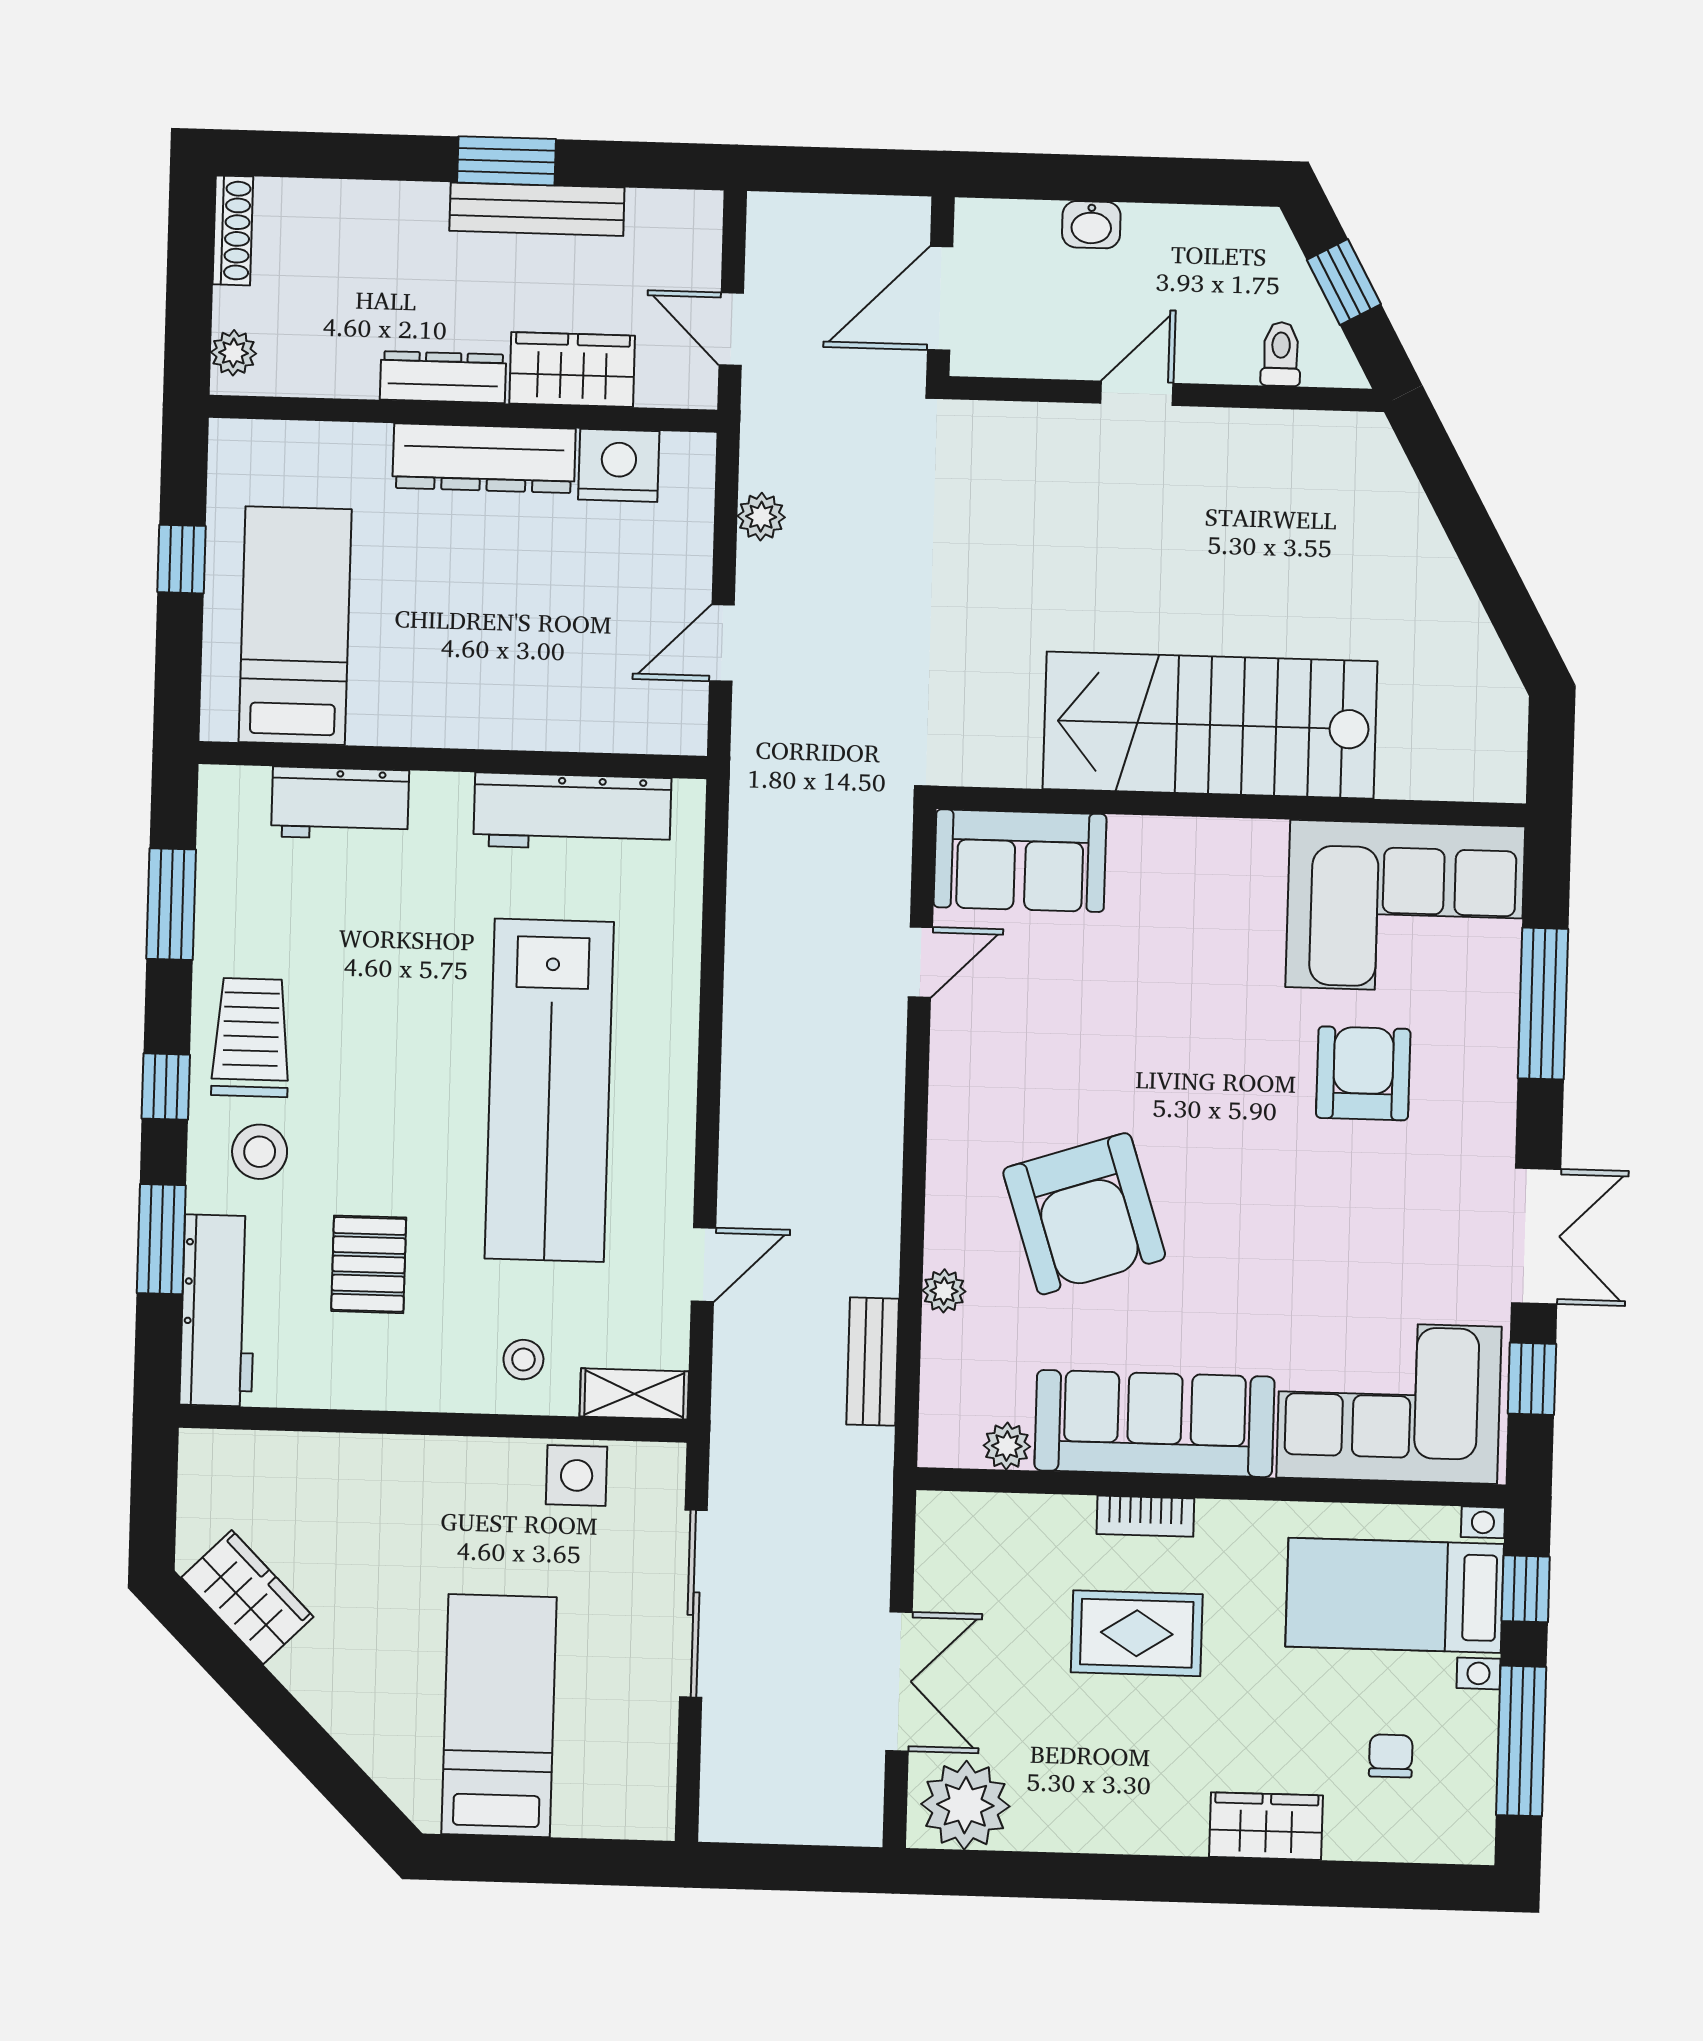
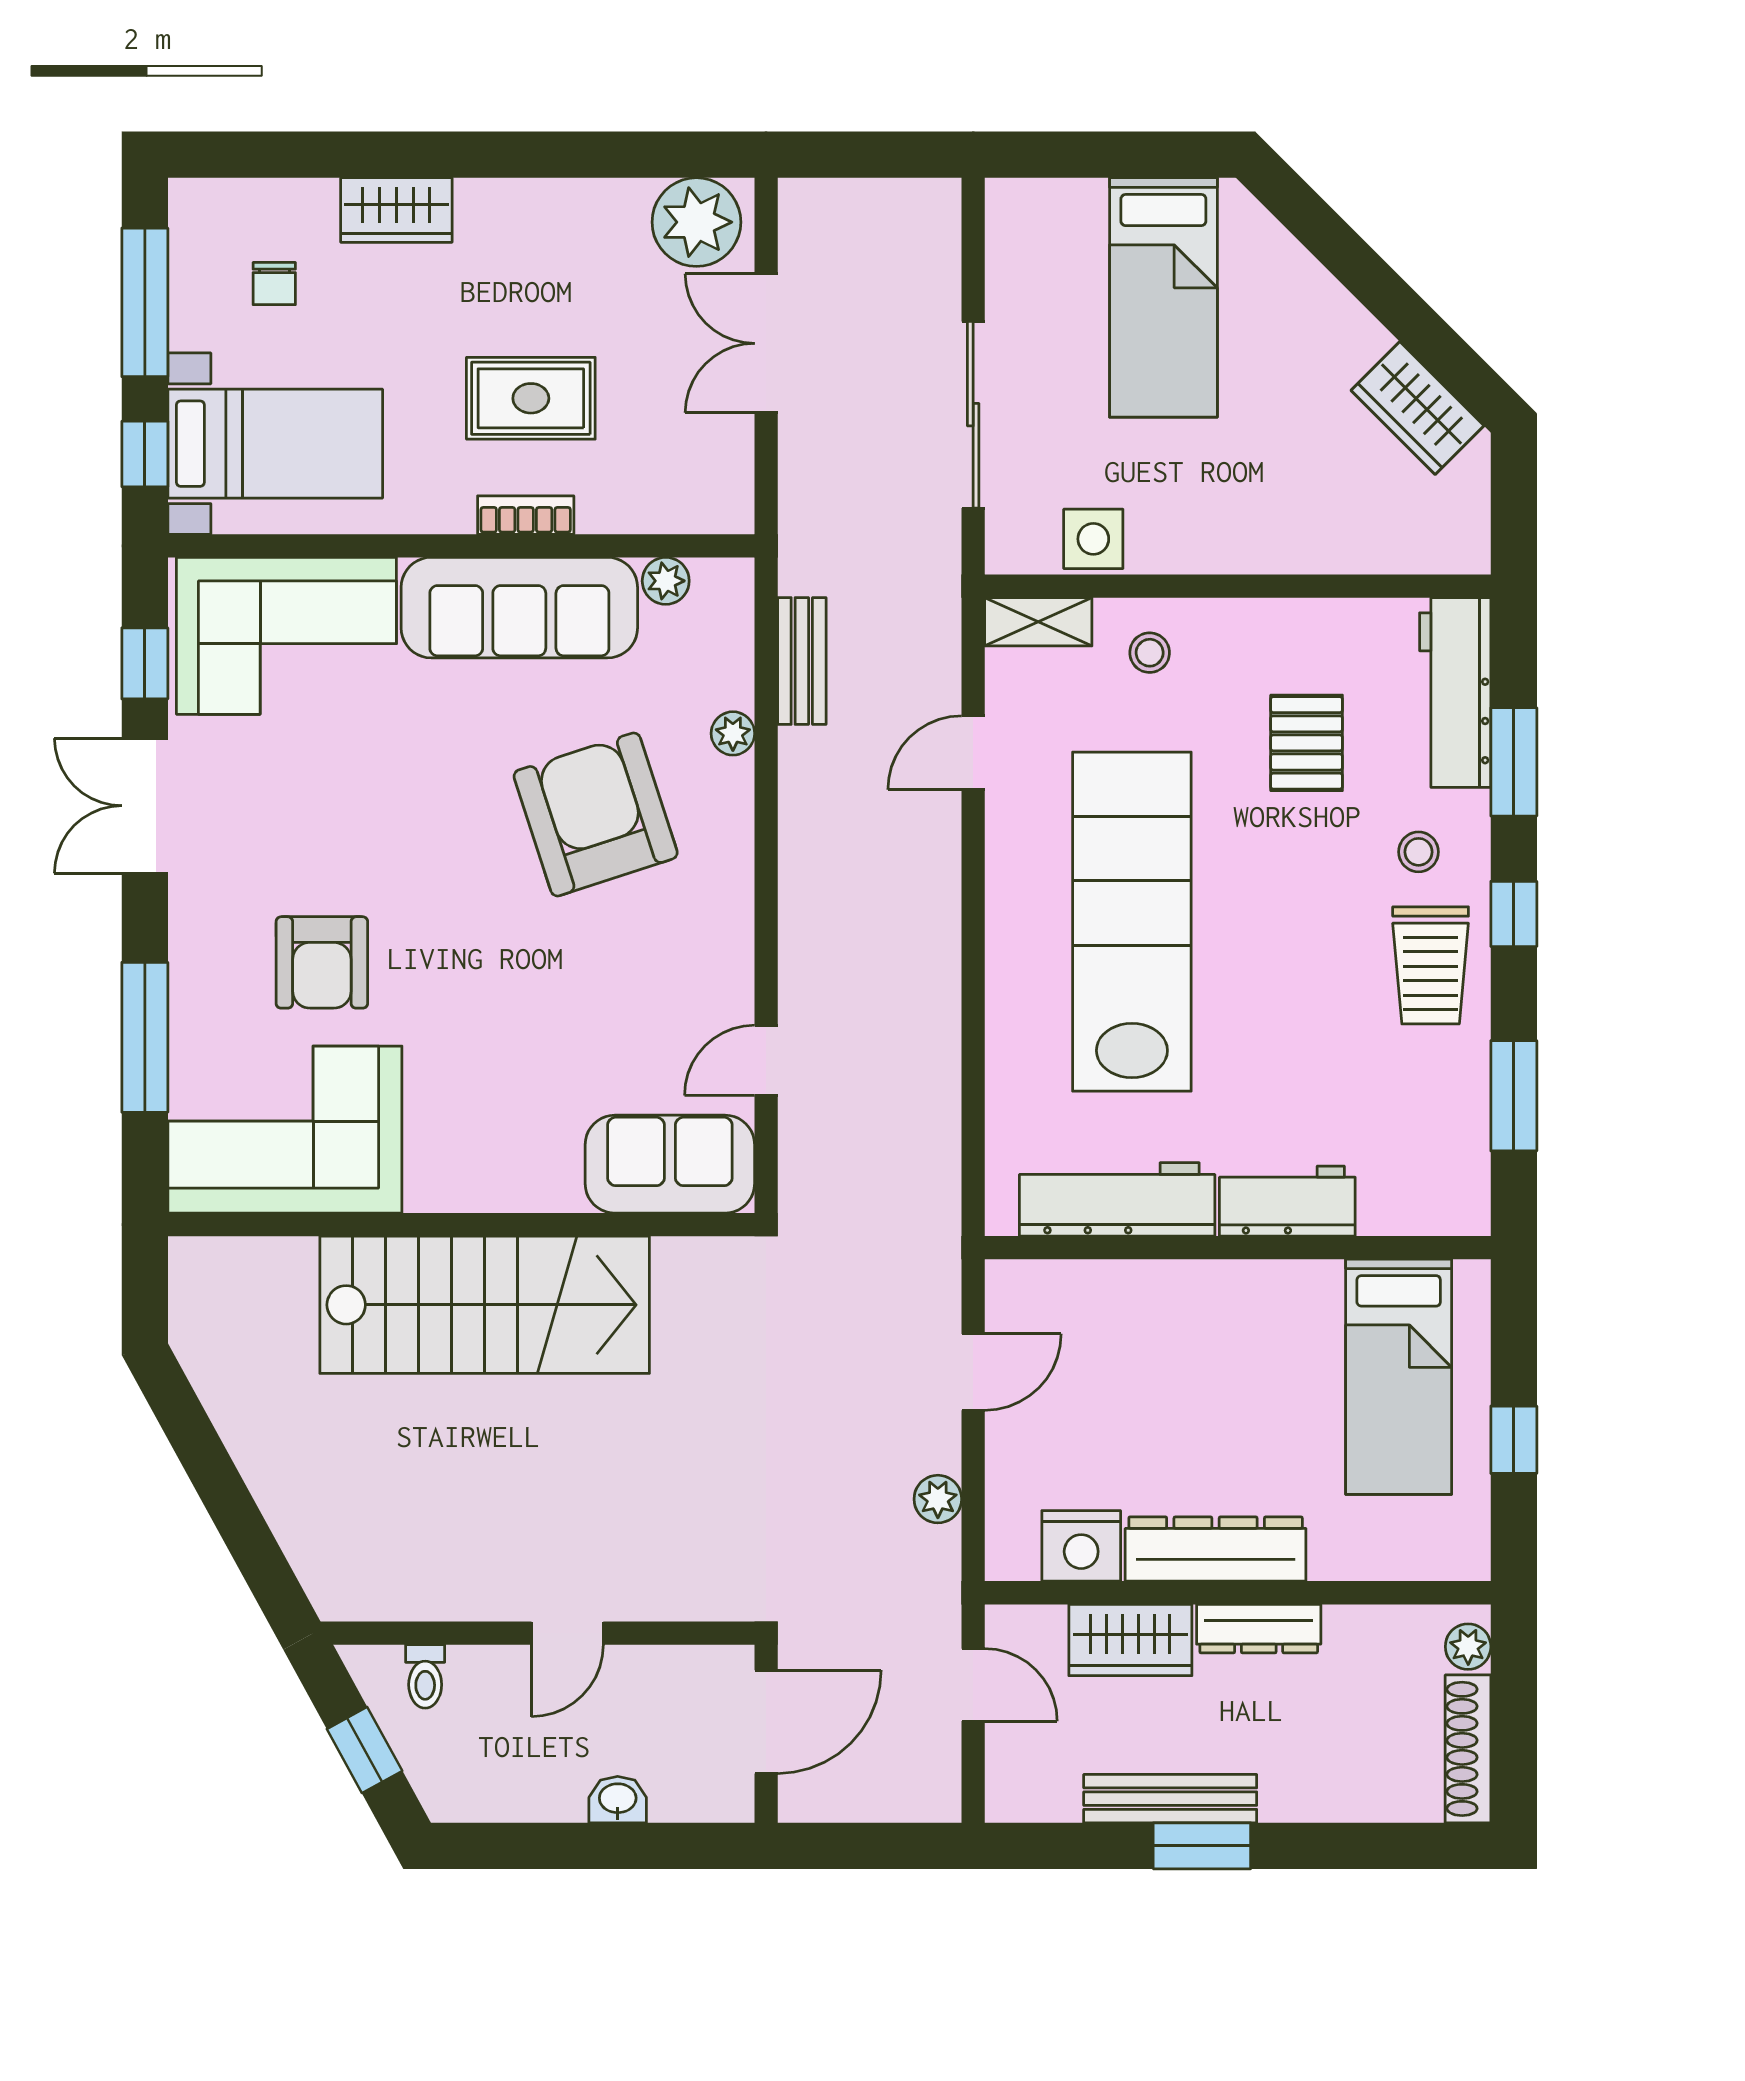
shoe rack: (233, 230) -> (1468, 1749), width x1.36, depth x1.24
workbench: (340, 803) -> (1287, 1201), moved
stool: (260, 1152) -> (1418, 852), width x0.73, depth x0.73

